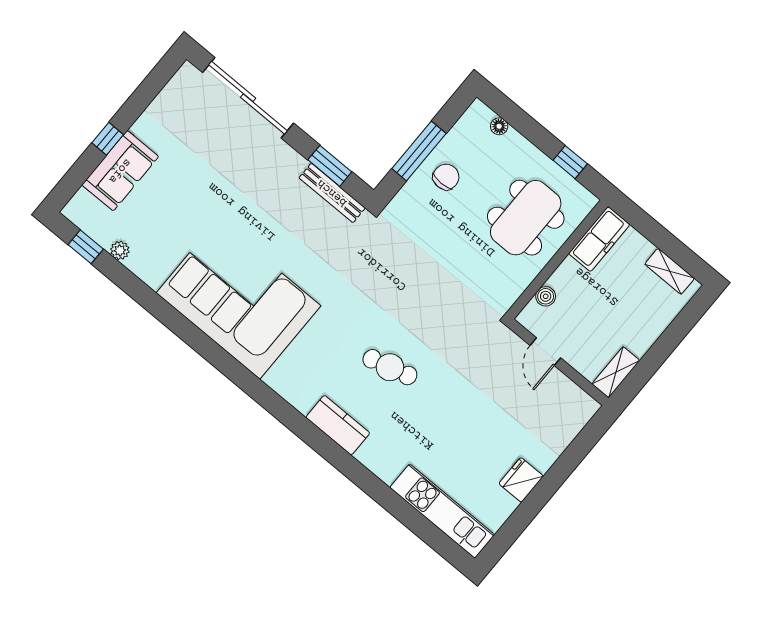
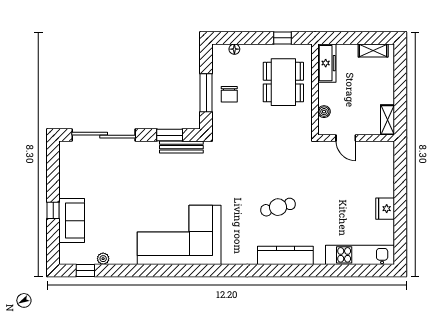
chair: (446, 177) -> (229, 94), turned 180
kitchen counter: (338, 425) -> (285, 255), width x1.50

